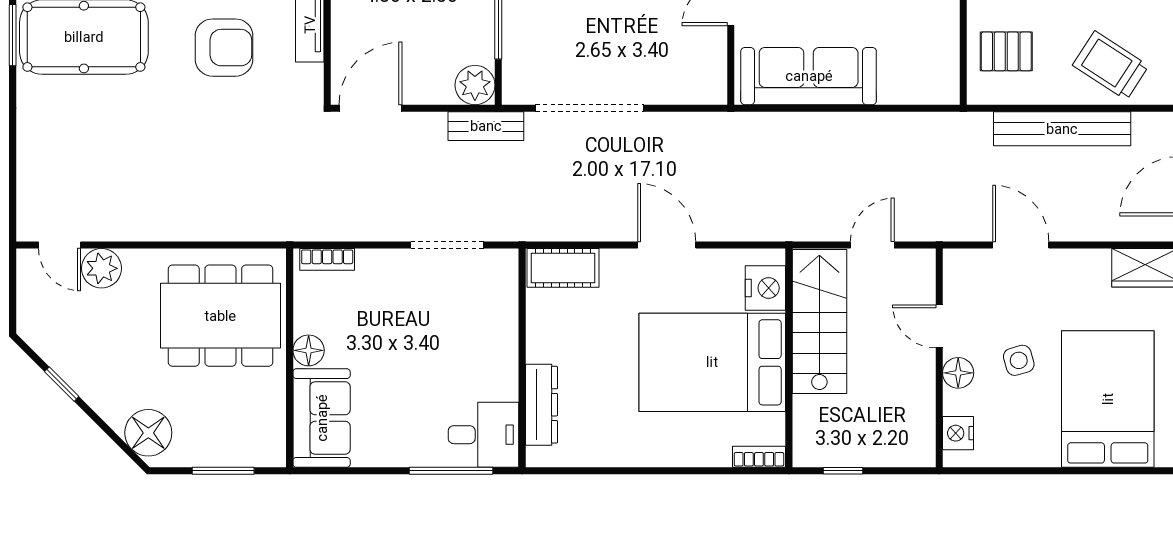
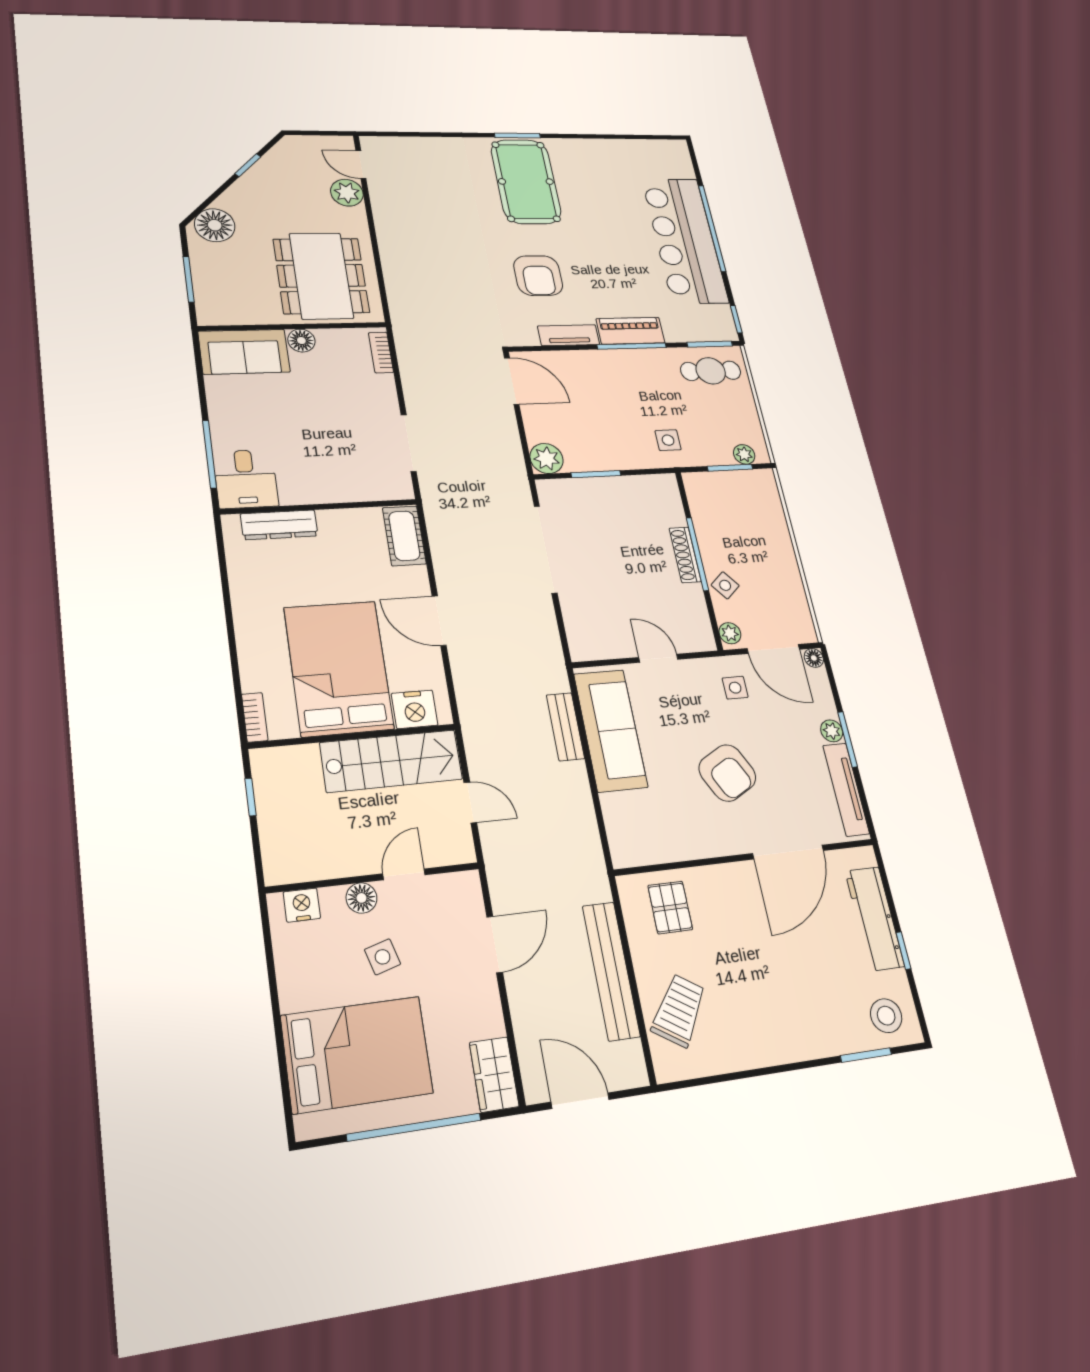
bench: (486, 126) -> (565, 727), moved
door: (60, 245) -> (361, 165), hinge flipped
door: (667, 245) -> (439, 621), swing flipped

